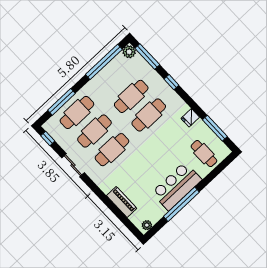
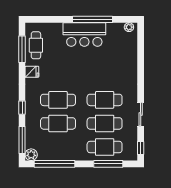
cafe table: (204, 154) -> (36, 45), moved
piano: (122, 202) -> (131, 59), removed

